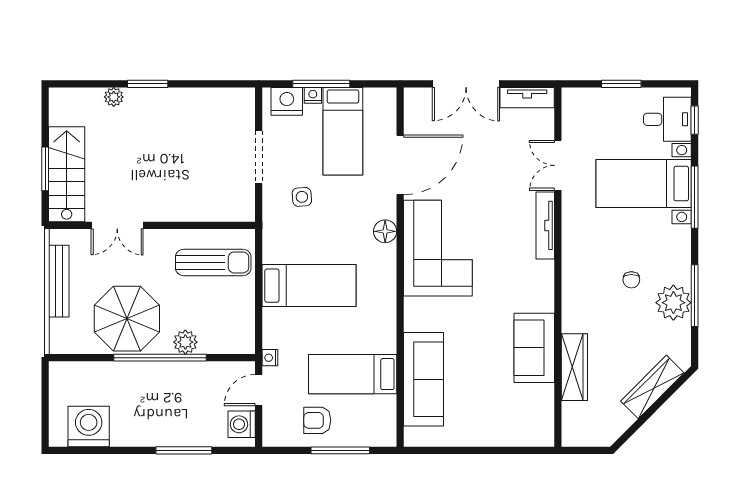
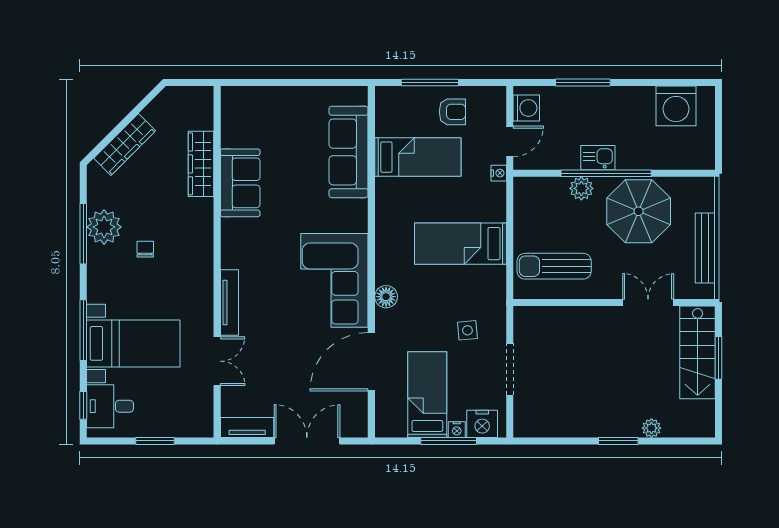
kitchen sink: (168, 374) -> (598, 158), added

